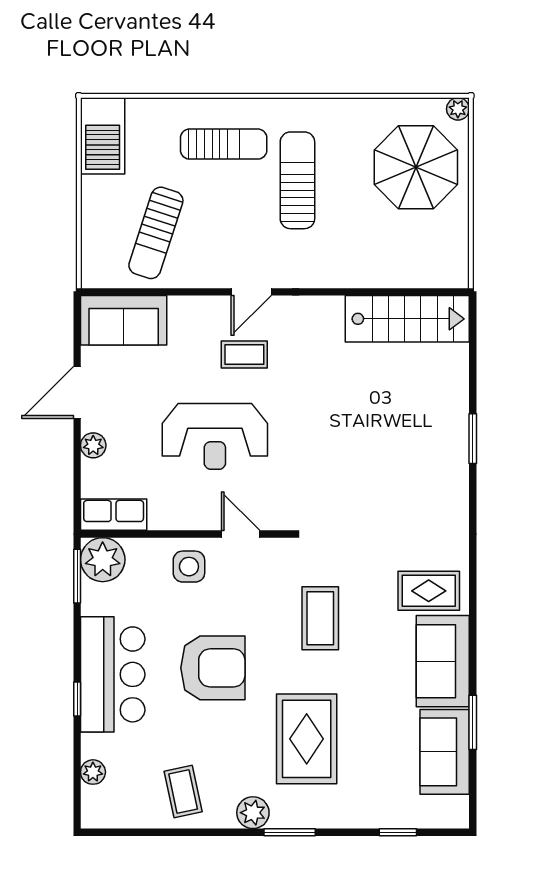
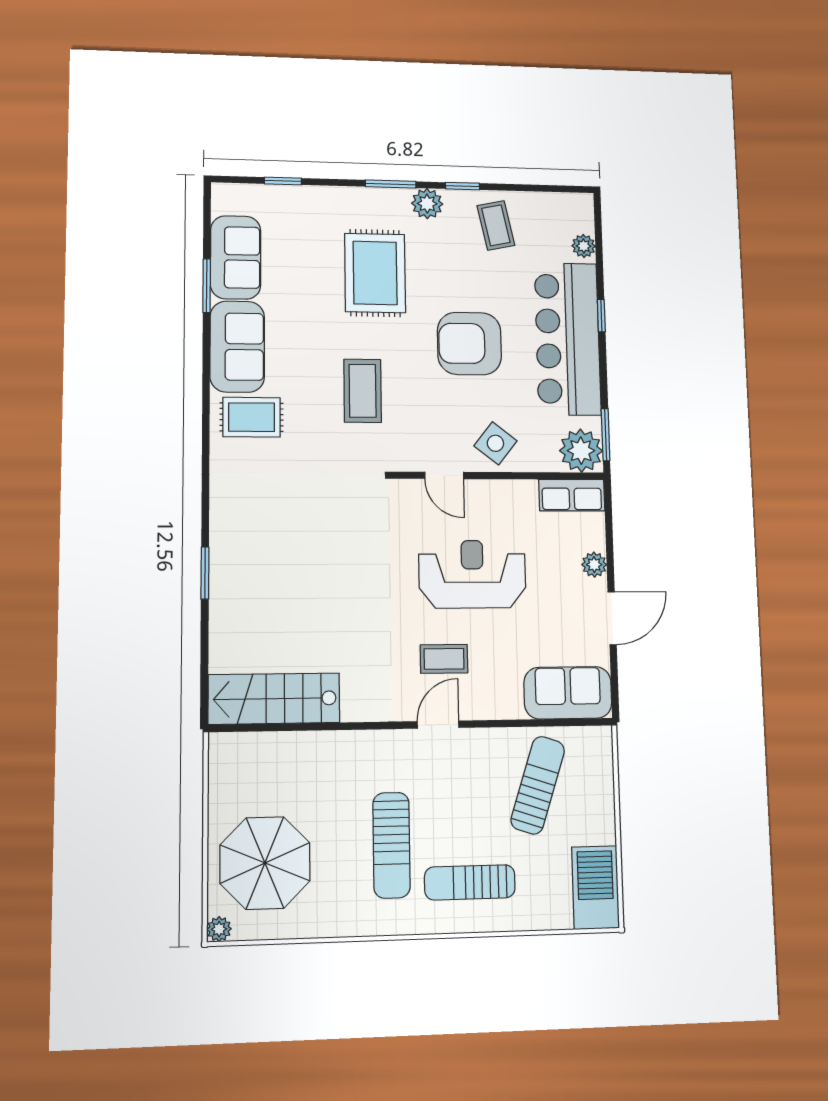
side table: (189, 567) -> (495, 443), turned 38
bar counter: (113, 674) -> (568, 339), width x1.36
window: (216, 832) -> (463, 186), added

